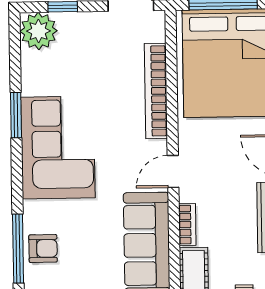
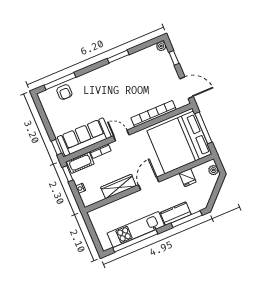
plant: (38, 31) -> (161, 46), width x0.53, depth x0.53
corner sofa: (58, 147) -> (111, 81), removed

